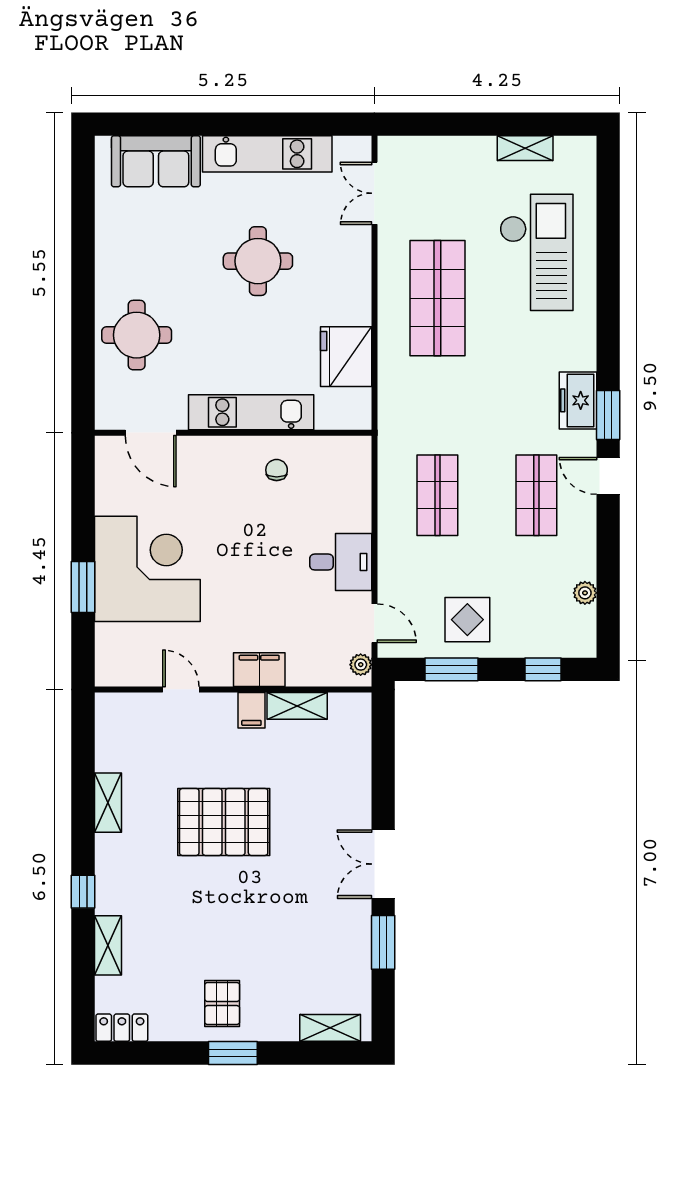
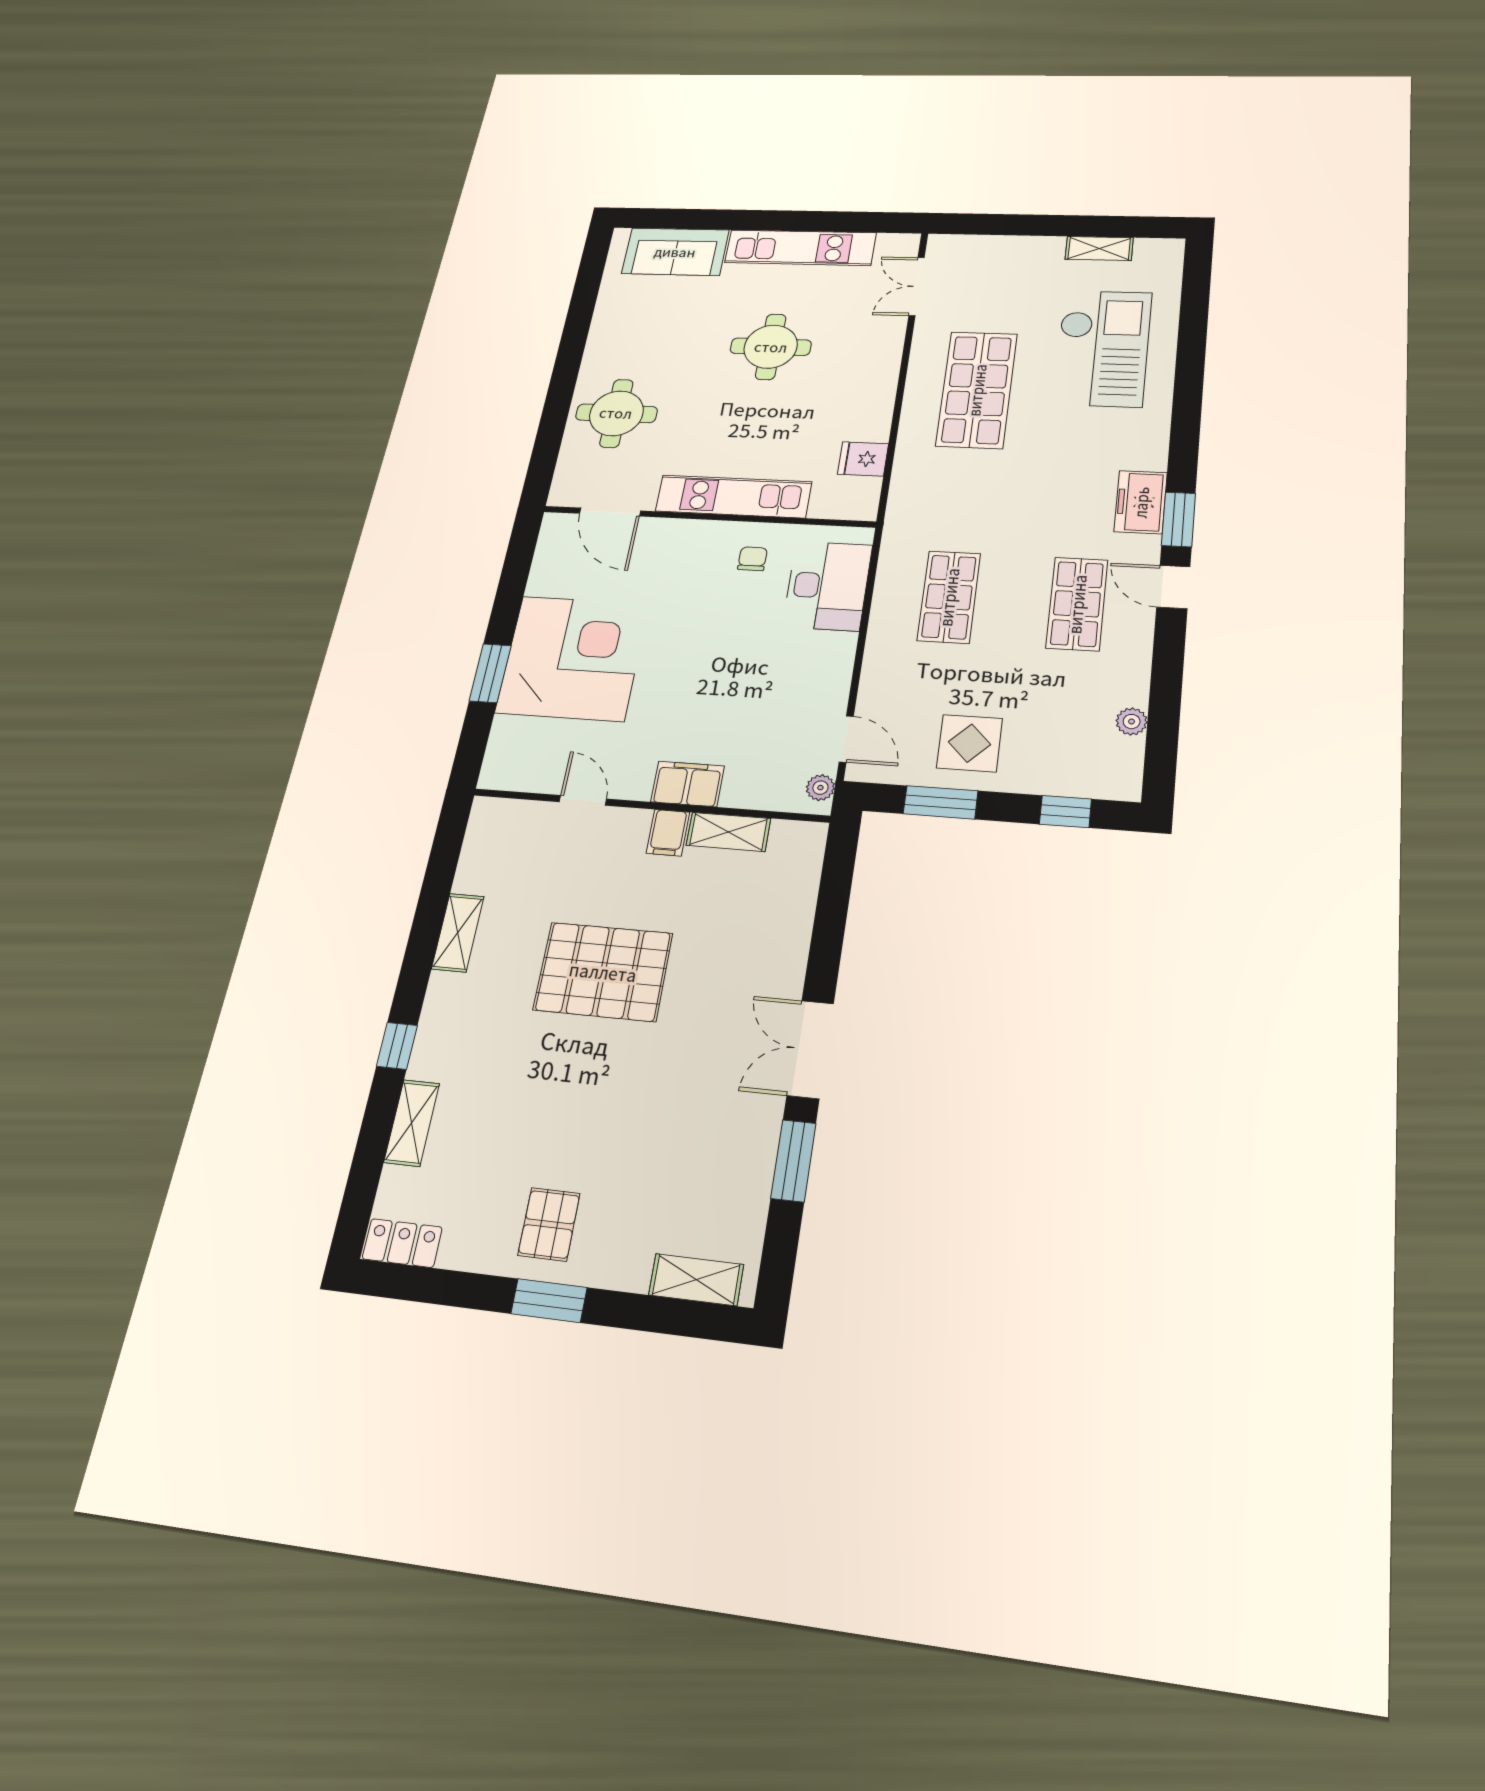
fridge: (346, 357) -> (863, 459), width x0.53, depth x0.75
desk: (341, 562) -> (827, 586), moved, width x1.37

